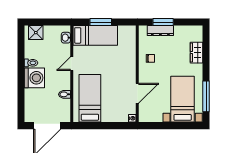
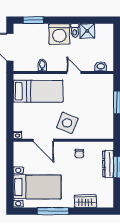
shower: (36, 33) -> (87, 31), moved
bed: (95, 35) -> (103, 97), removed
side table: (121, 70) -> (67, 123), added
window: (206, 96) -> (53, 211), moved
window: (21, 103) -> (33, 20), added

